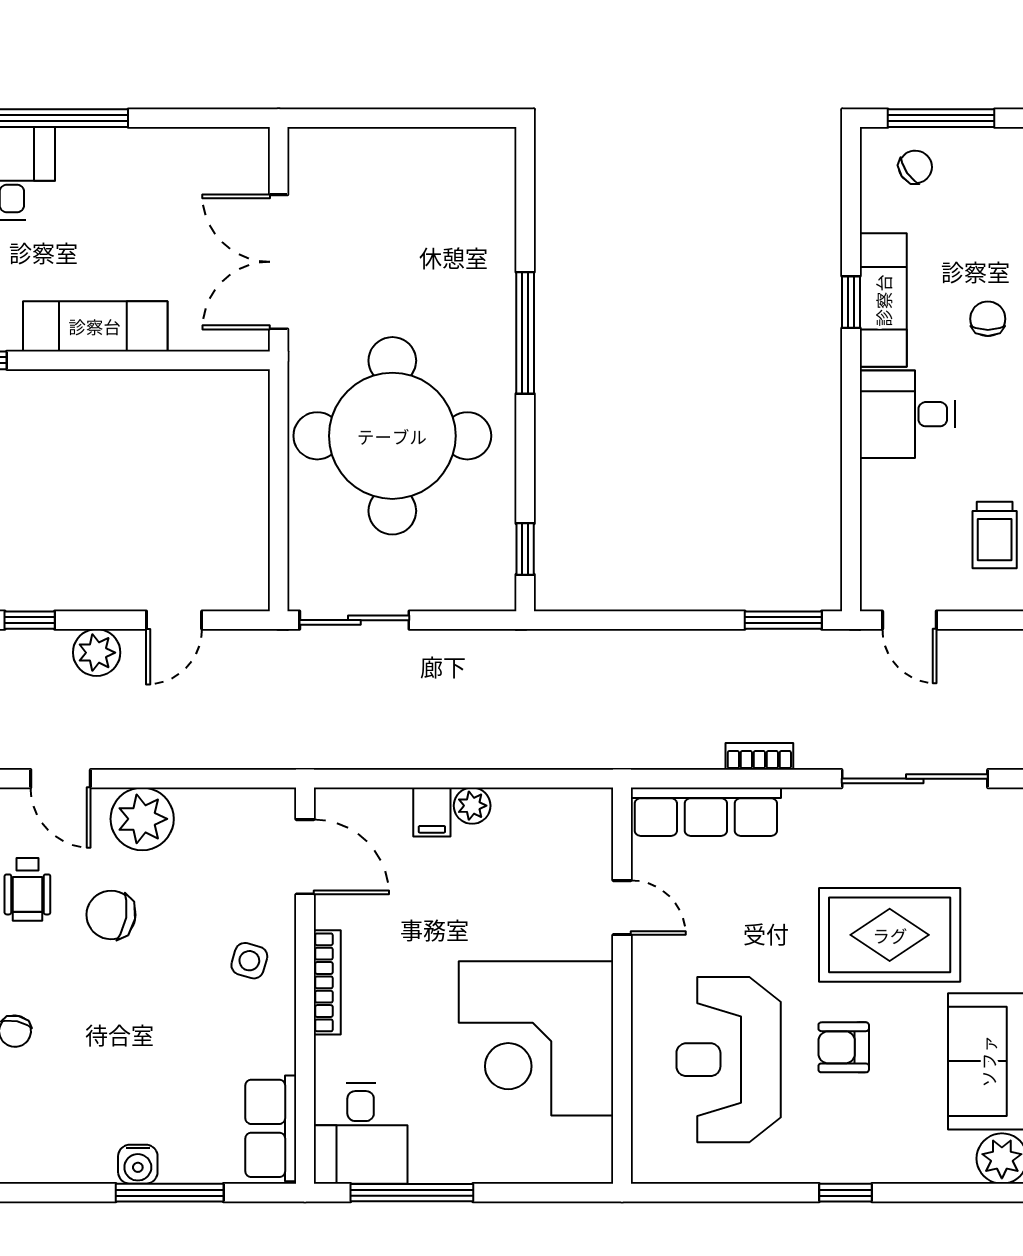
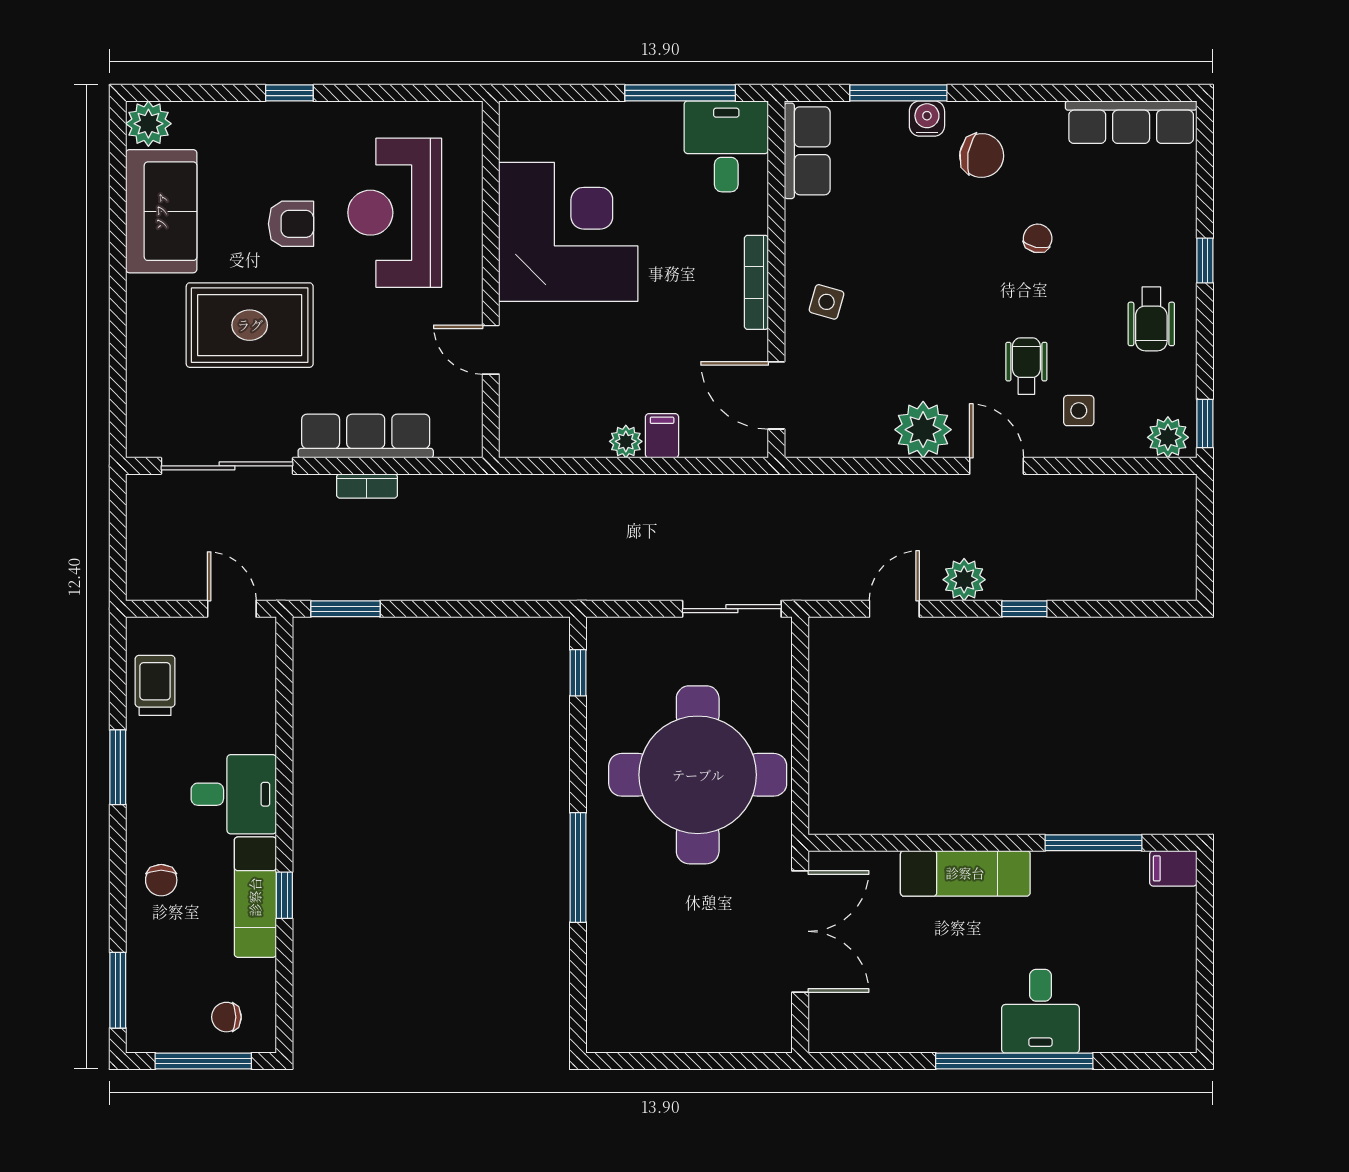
chair: (915, 167) -> (226, 1017), turned 35
row of seats: (706, 812) -> (366, 436), moved
chair: (111, 915) -> (982, 156), moved
reception desk: (729, 1060) -> (395, 213), turned 180

